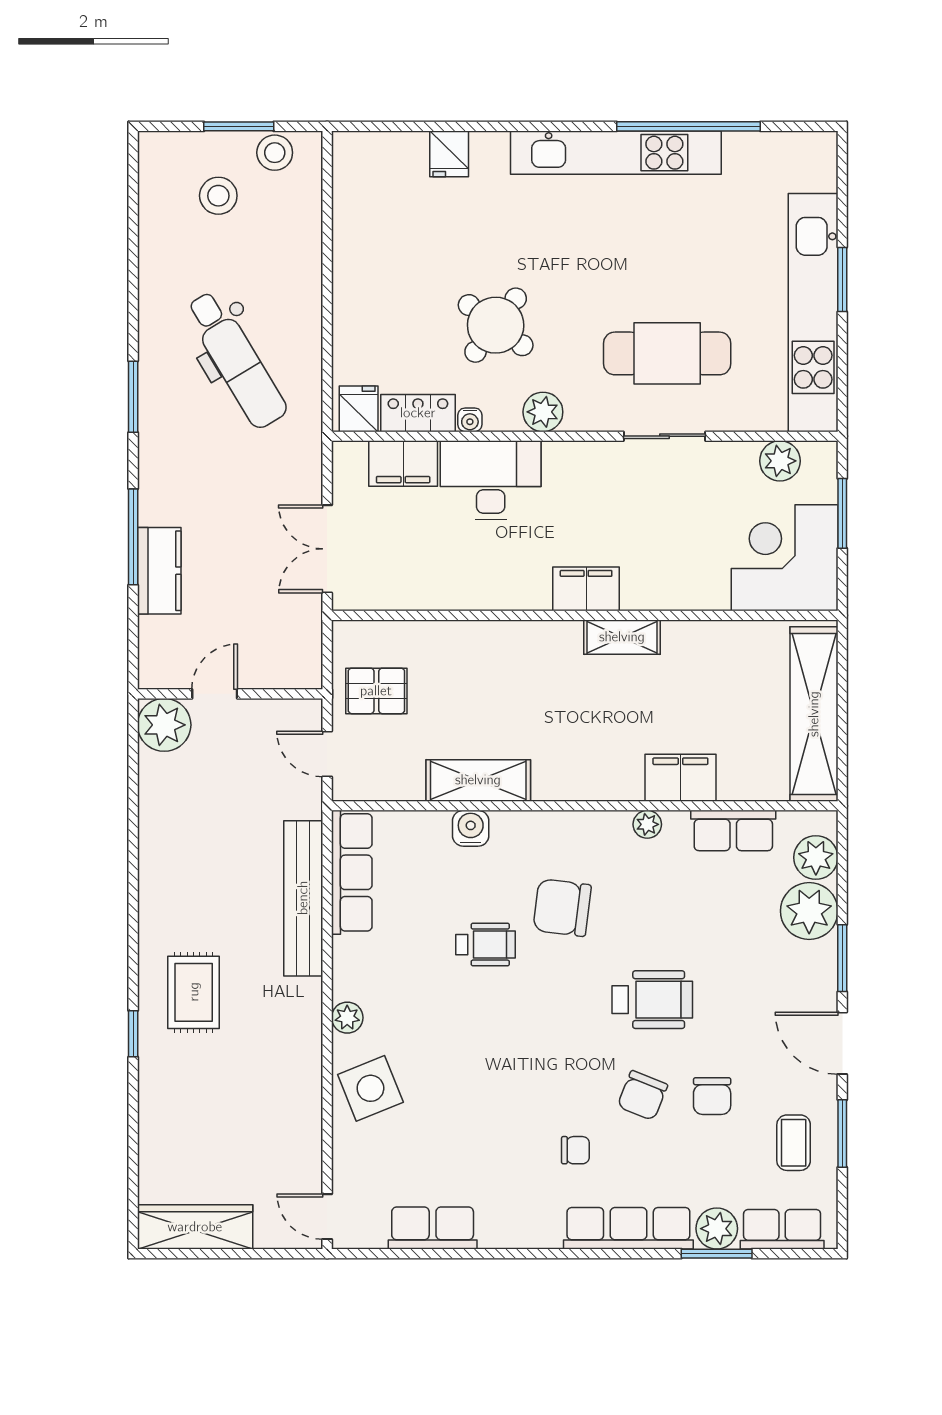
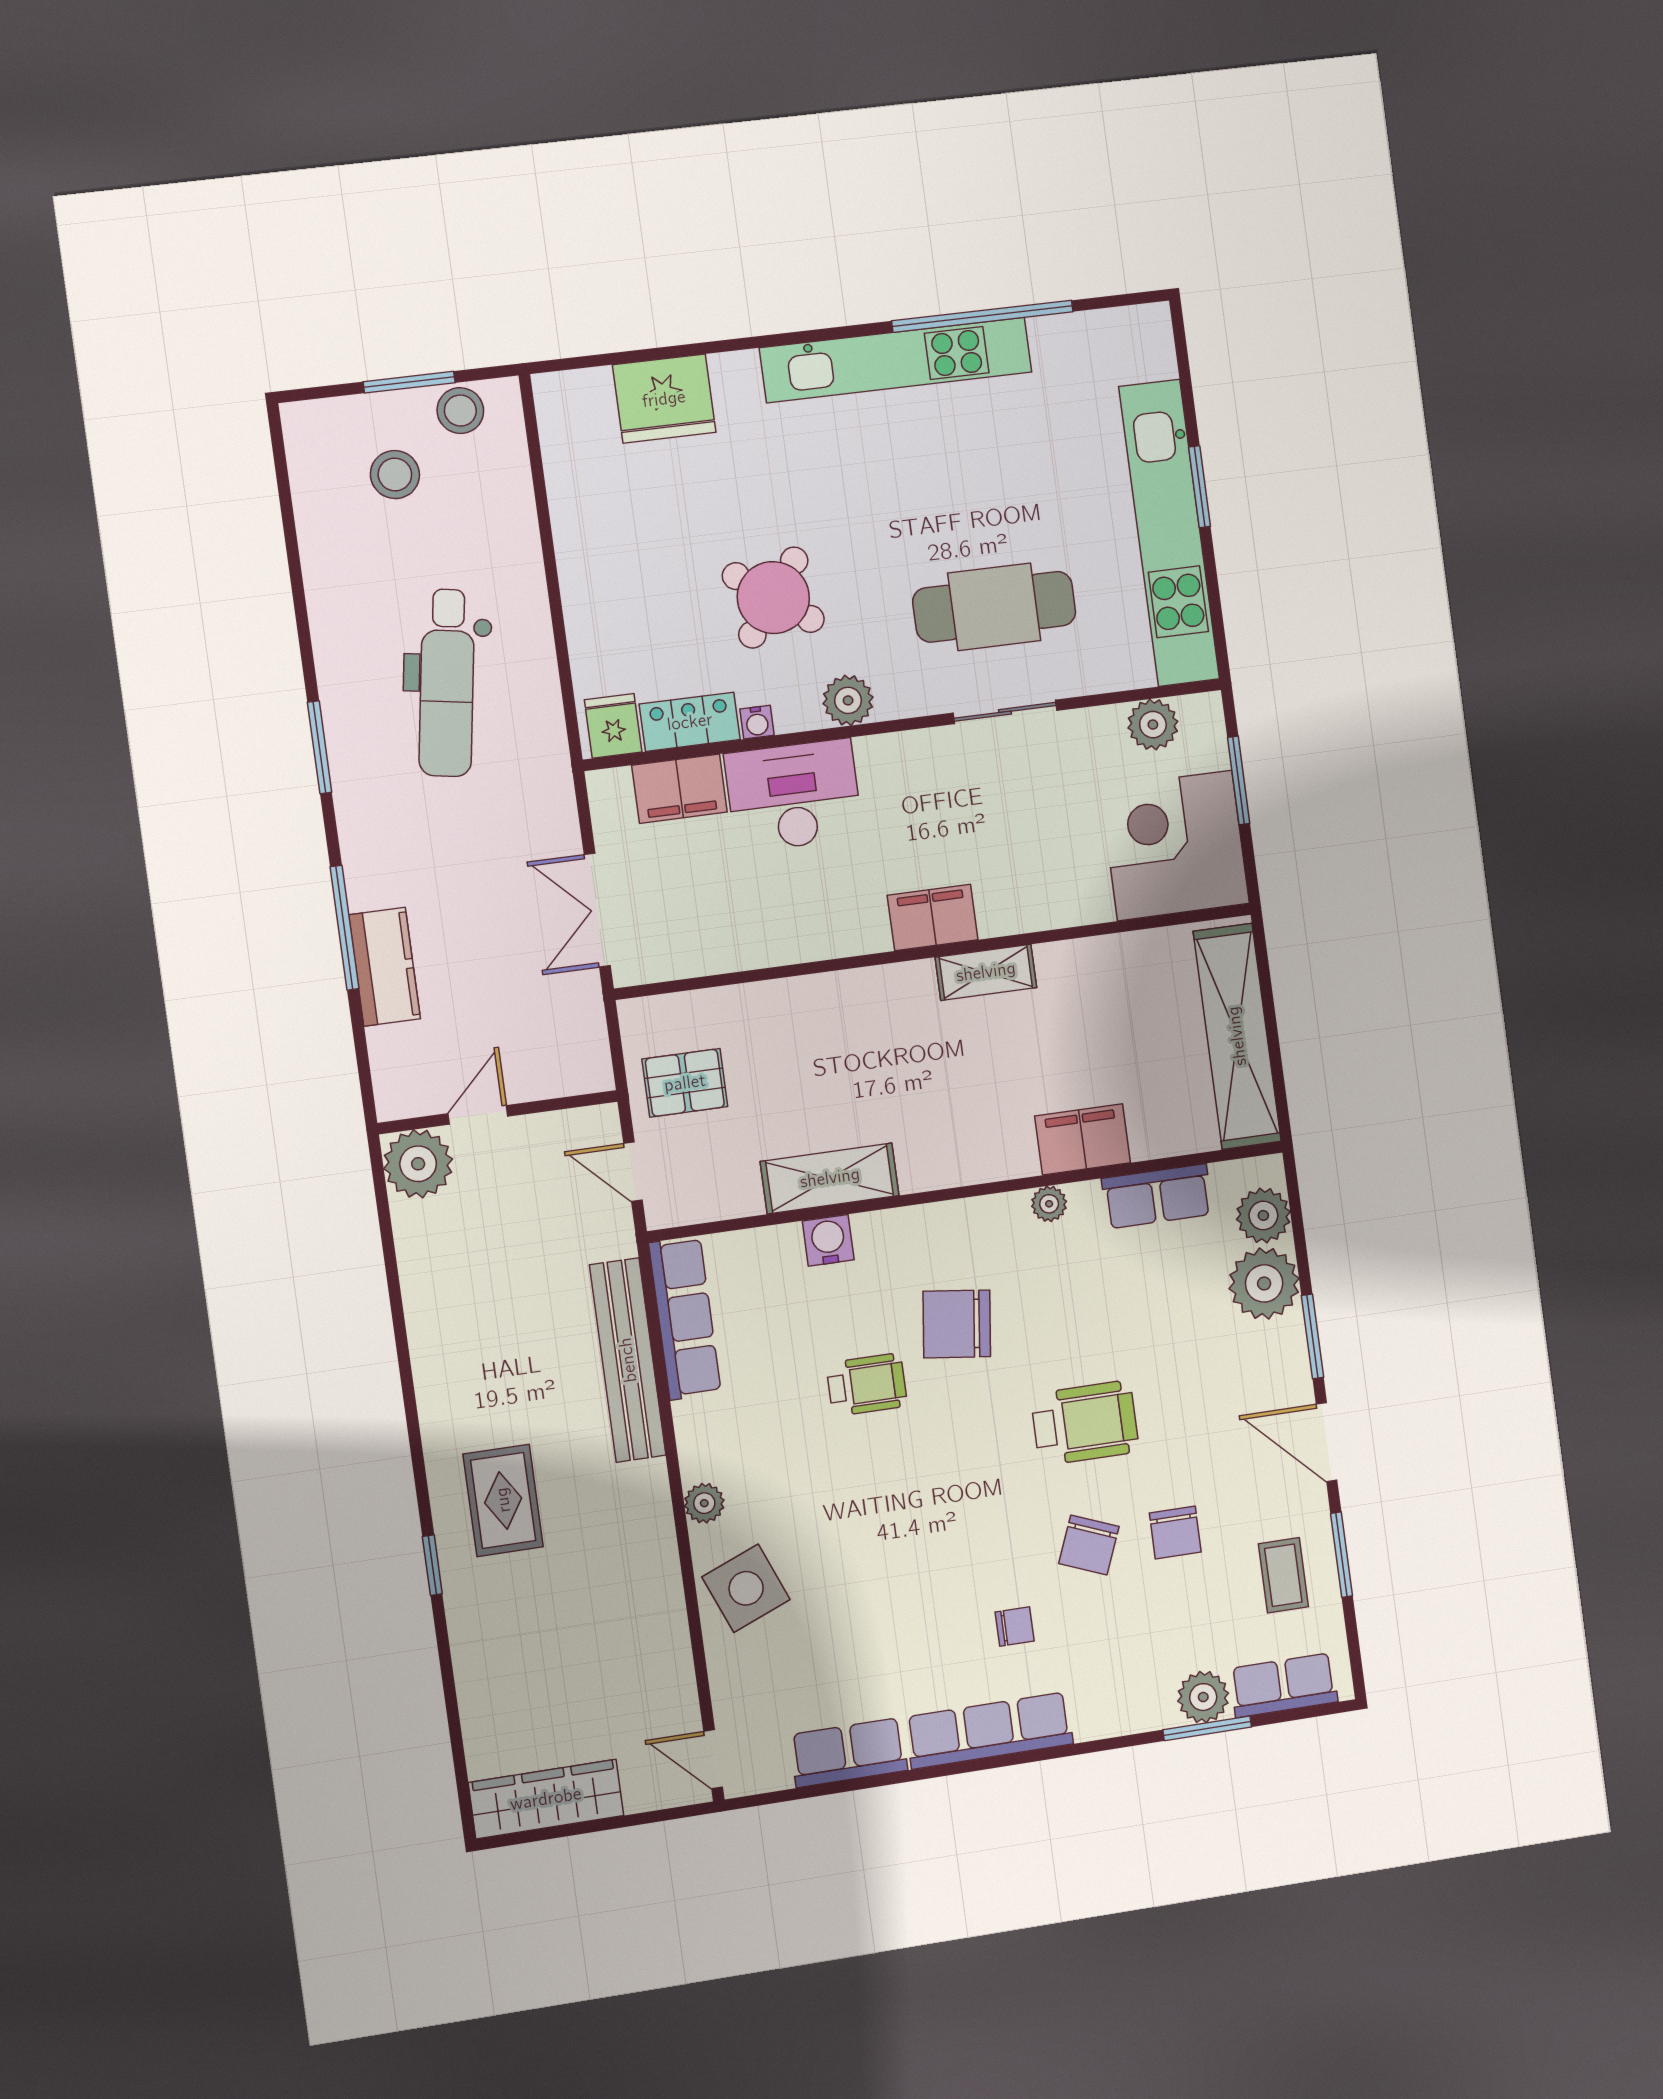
fridge: (449, 154) -> (664, 399), width x1.88, depth x1.34
dental chair: (236, 360) -> (447, 683), turned 40
row of seats: (628, 1228) -> (989, 1731), moved

